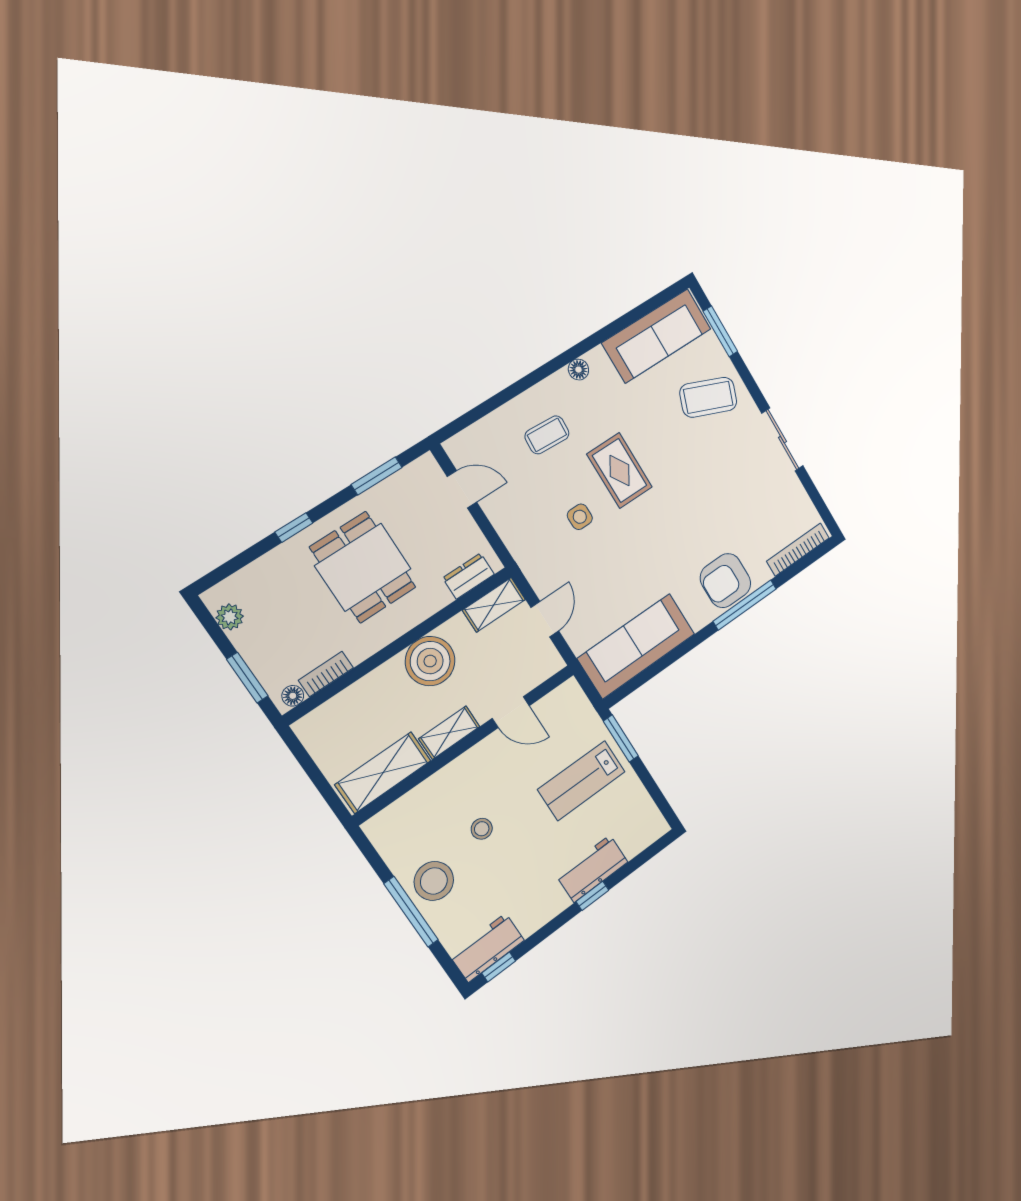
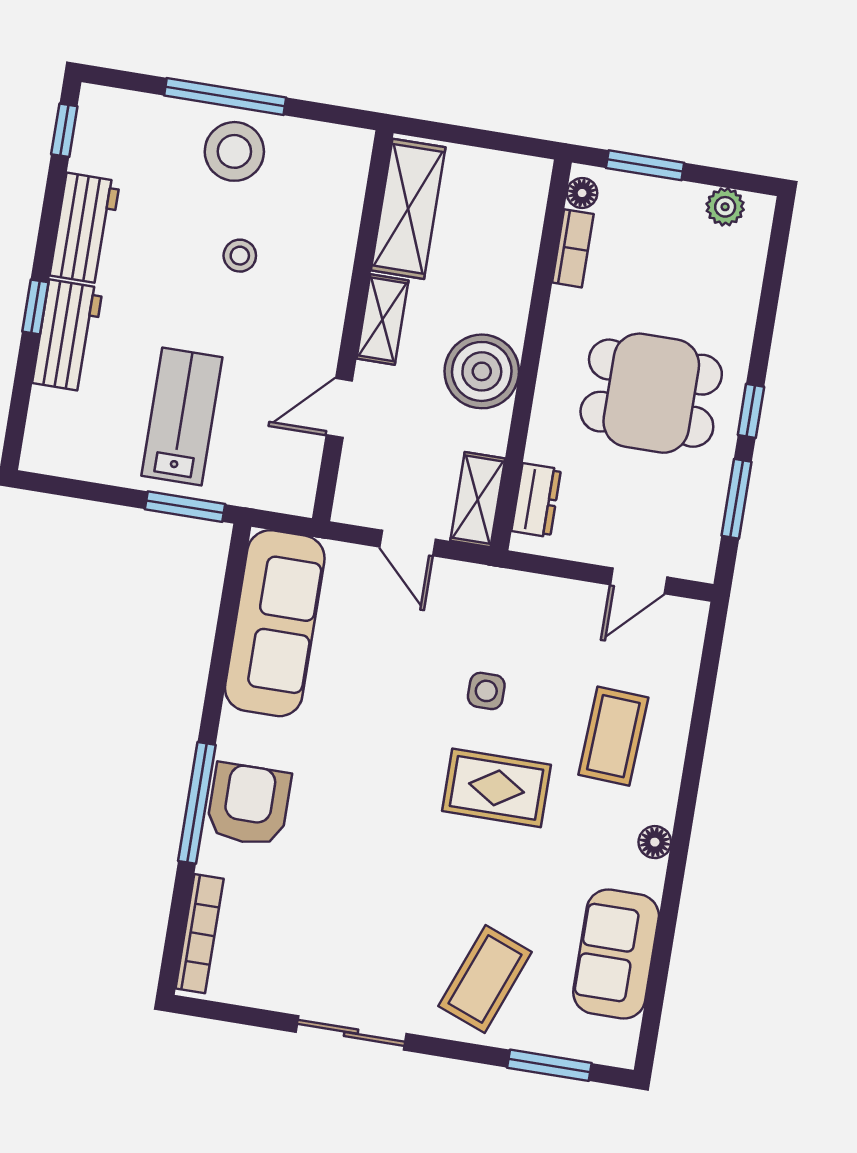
sofa: (657, 336) -> (616, 954), width x0.73
coffee table: (547, 435) -> (613, 736), width x1.36, depth x1.30
window: (294, 528) -> (751, 411), moved
workbench: (487, 948) -> (85, 228), moved

